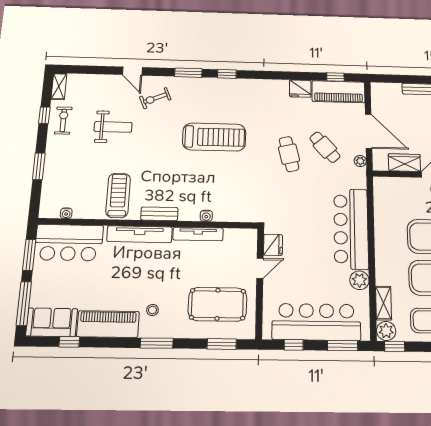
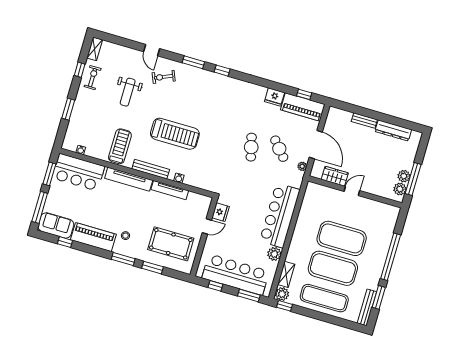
weight bench: (113, 127) -> (128, 92), turned 90
treadmill: (214, 137) -> (175, 134), moved
bench: (159, 214) -> (151, 169), width x1.36
window: (222, 344) -> (153, 268), moved

